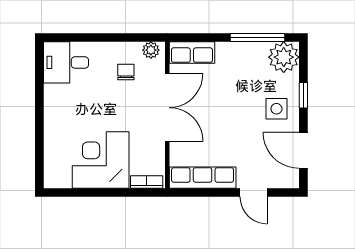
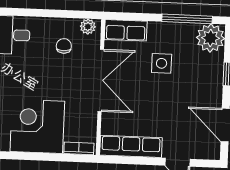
side table: (276, 109) -> (162, 63), moved

